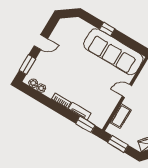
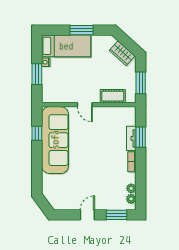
window: (107, 29) -> (37, 133), moved
door: (41, 42) -> (87, 215), hinge flipped
window: (86, 125) -> (141, 137), moved

